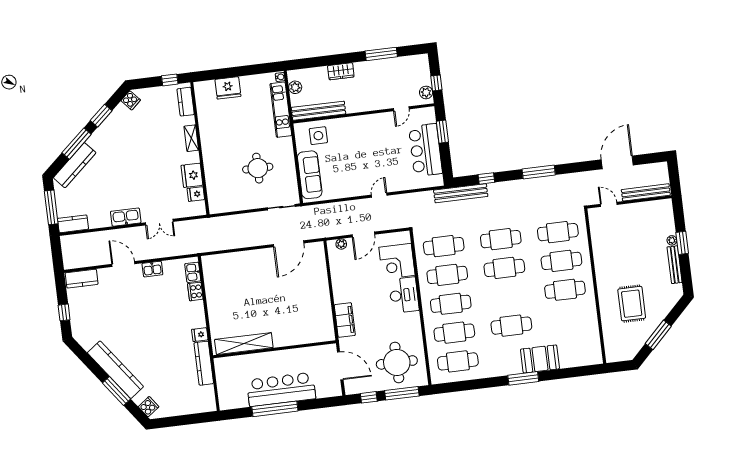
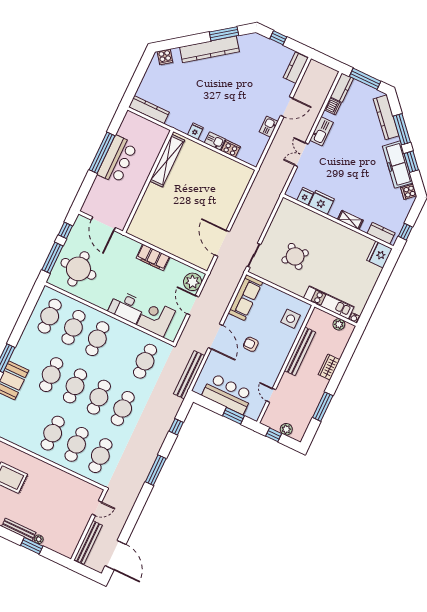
fridge: (228, 88) -> (380, 254), moved
plant: (426, 92) -> (286, 429), moved
bench: (319, 111) -> (300, 351), moved
freezer: (112, 127) -> (398, 165), added
armchair: (366, 158) -> (251, 344), added
door: (617, 162) -> (116, 555), moved
round table: (258, 168) -> (295, 256), turned 45
sofa: (310, 175) -> (245, 298), moved, turned -90
bench: (461, 193) -> (189, 375), moved
door: (379, 195) -> (215, 337), width x1.87
dishwasher: (96, 221) -> (333, 106), added
plant: (341, 244) -> (193, 282), width x1.87, depth x1.87
kitchen sink: (193, 272) -> (215, 141), moved
cafe table: (447, 275) -> (75, 386), moved
filing cabinet: (345, 320) -> (153, 257), moved
kitchen counter: (204, 363) -> (149, 110), moved
door: (340, 366) -> (103, 224), hinge flipped
bar counter: (281, 389) -> (117, 160), width x0.73
window: (116, 391) -> (224, 34), moved

